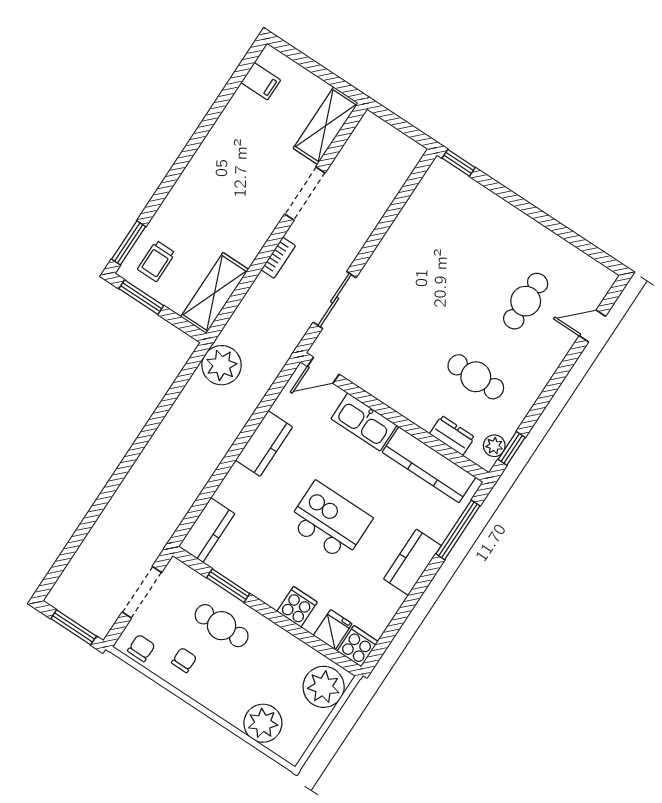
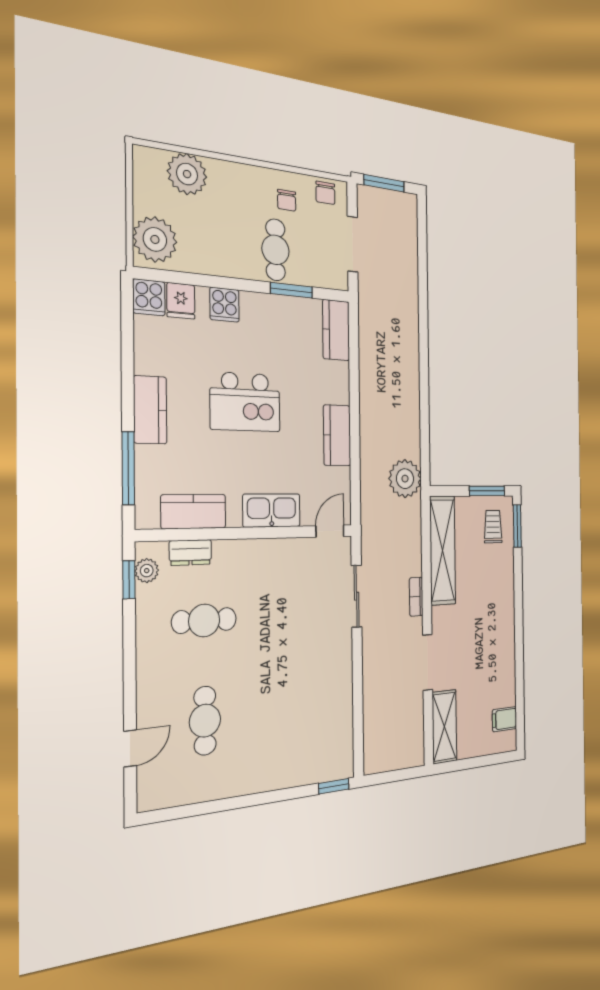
shelving: (215, 293) -> (443, 550), width x1.47
kitchen counter: (429, 465) -> (194, 511), width x0.67
cafe table: (222, 626) -> (276, 250), turned 90

